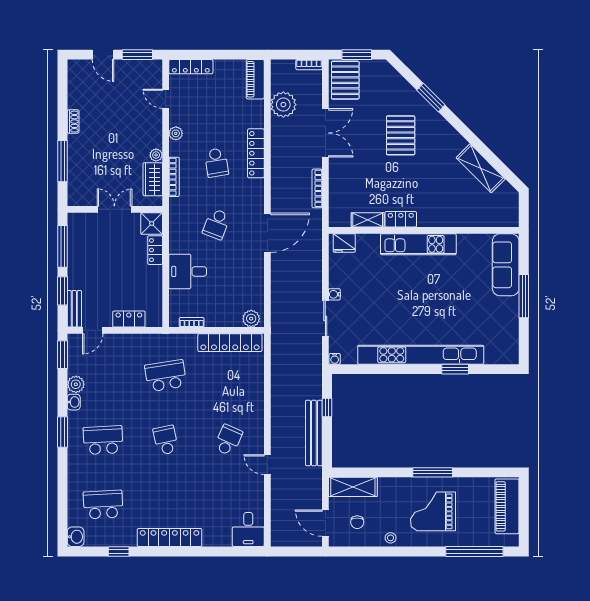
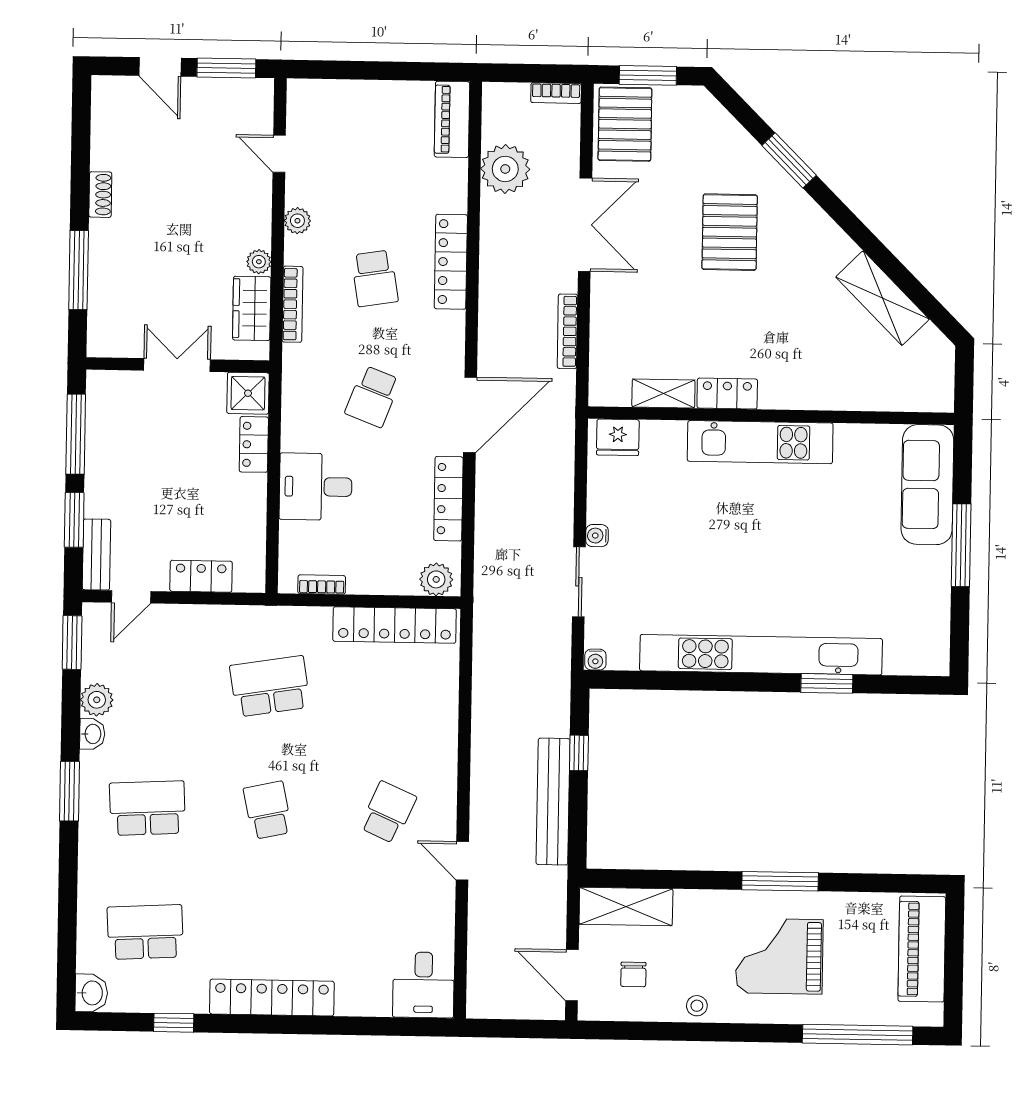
locker: (191, 67) -> (448, 499), moved, turned 90

